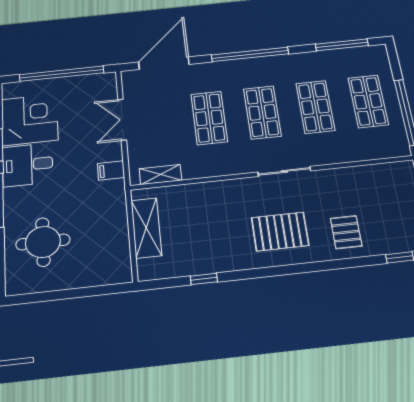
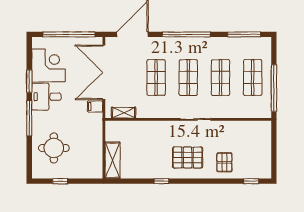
double door: (122, 120) -> (104, 72), width x1.87
shelving: (146, 228) -> (113, 160), moved
window: (204, 279) -> (161, 181), moved
window: (57, 295) -> (60, 181), added

